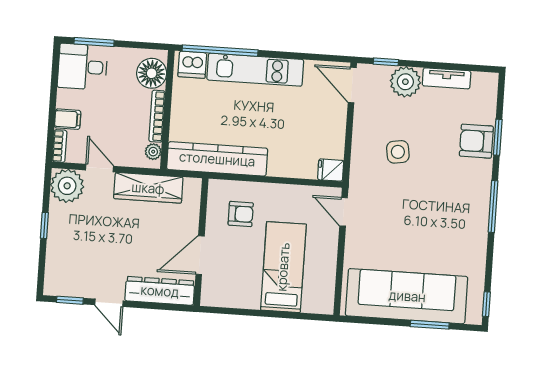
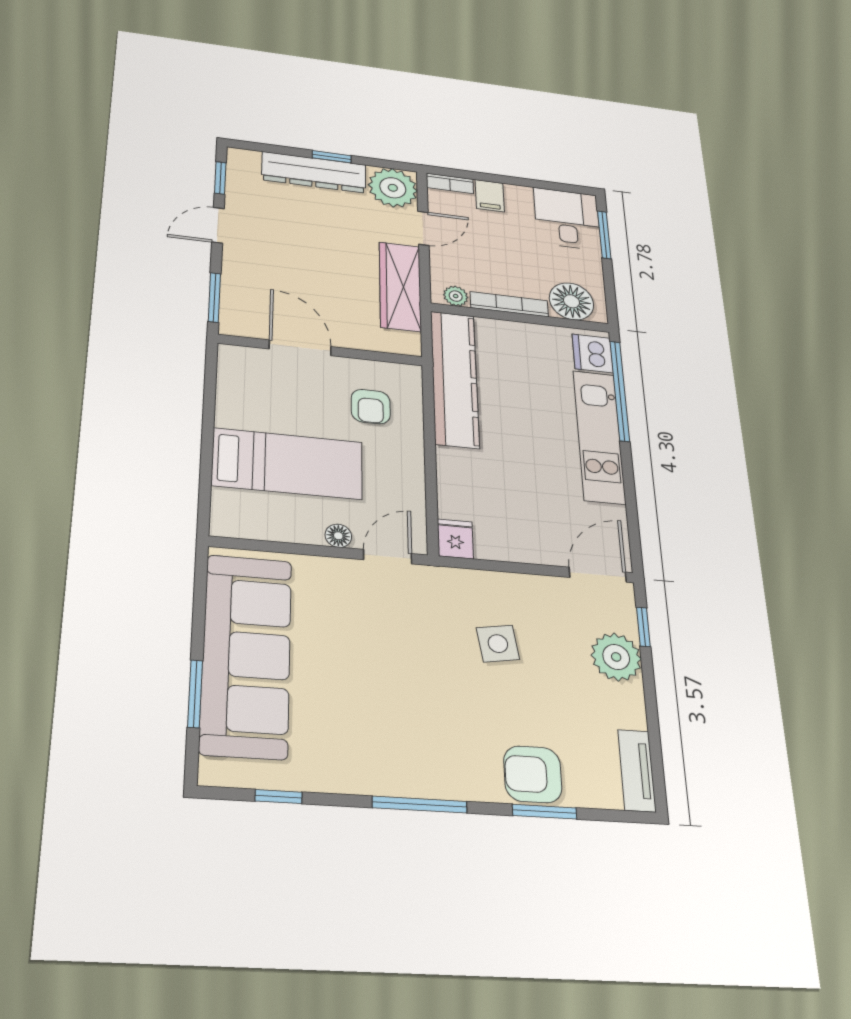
tv unit: (447, 78) -> (637, 771), moved
armchair: (476, 141) -> (533, 774), turned -90
floor lamp: (331, 240) -> (338, 536), added
dresser: (160, 291) -> (314, 172), moved, turned 90
window: (486, 304) -> (279, 797), moved
window: (166, 307) -> (214, 297), added

